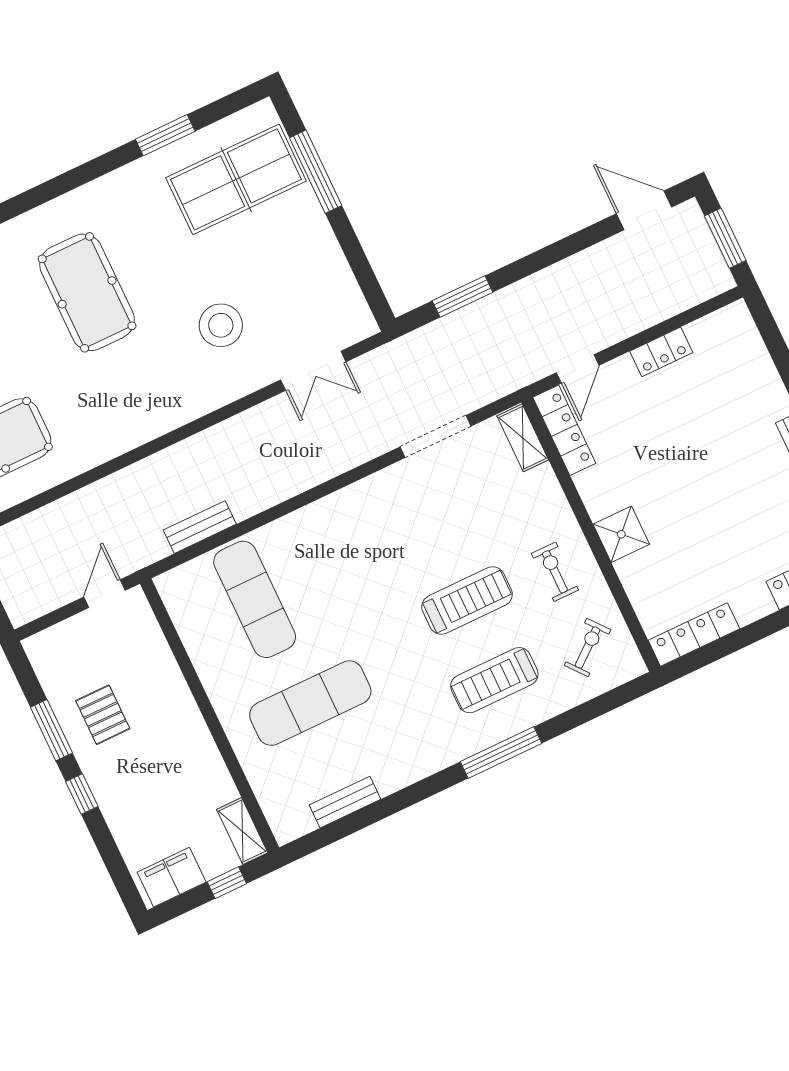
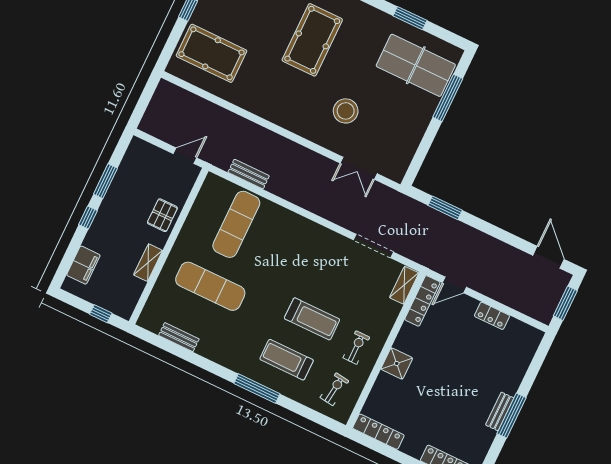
exercise bike: (588, 648) -> (334, 389), turned -44
pallet: (103, 715) -> (162, 215), moved
shelving: (242, 831) -> (148, 263), moved
filing cabinet: (172, 877) -> (83, 265), moved, turned 90

